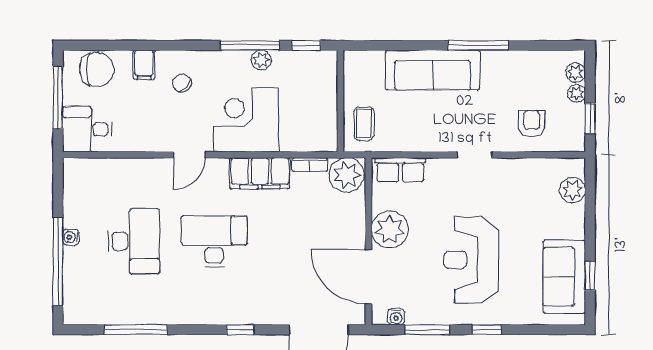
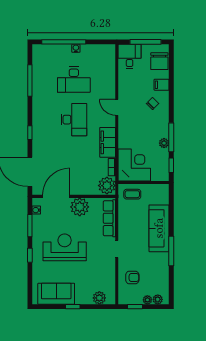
corner desk: (246, 120) -> (134, 165), moved
row of seats: (400, 170) -> (109, 218), width x1.48
window: (590, 276) -> (73, 307), moved

